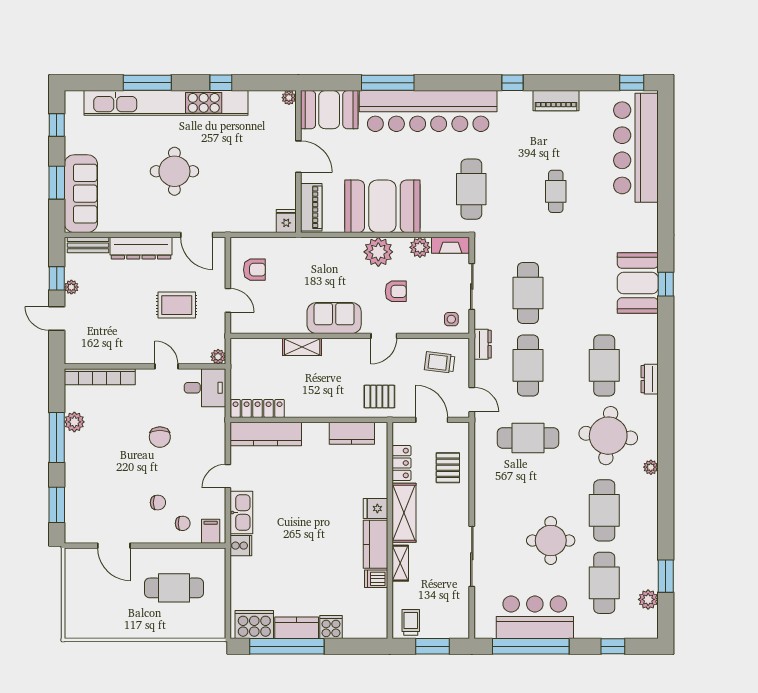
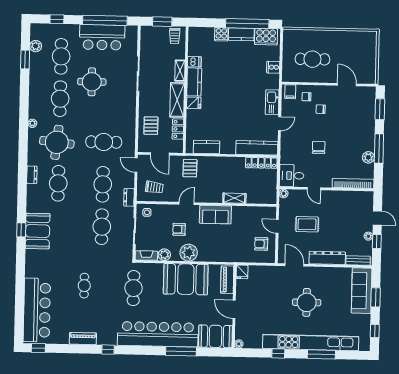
pallet: (379, 397) -> (190, 168), turned 90
cooker: (241, 546) -> (273, 67), moved

